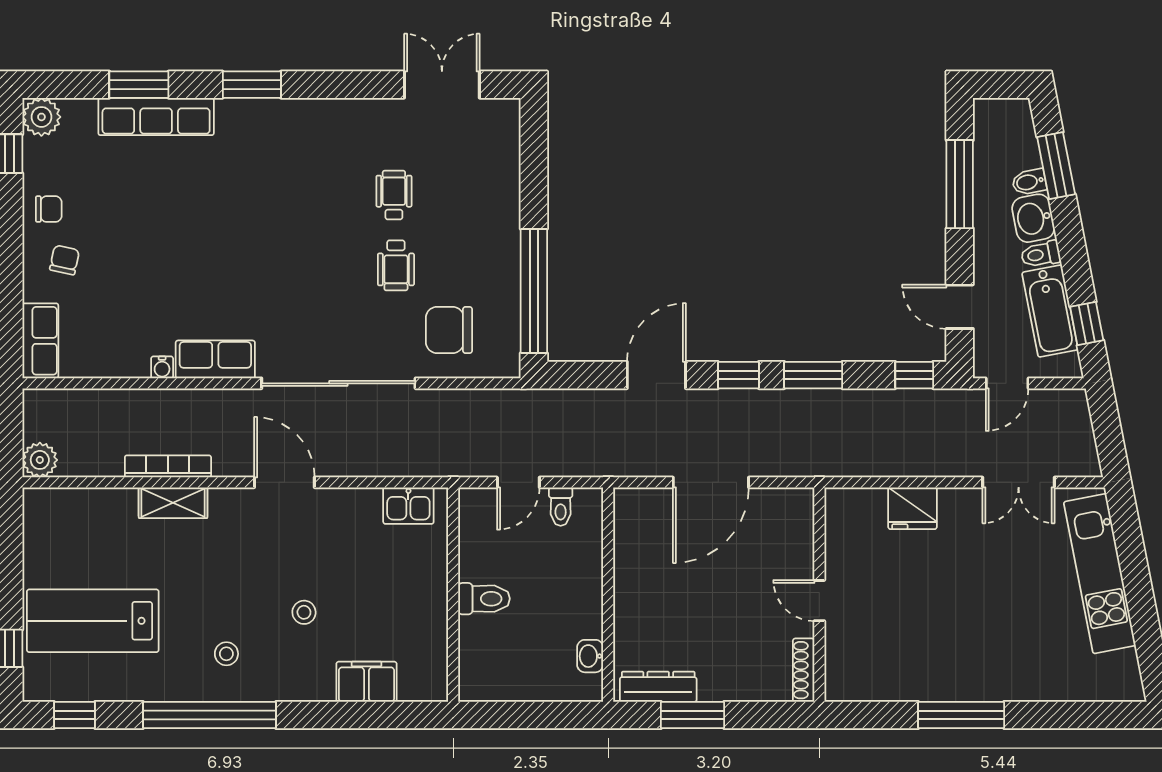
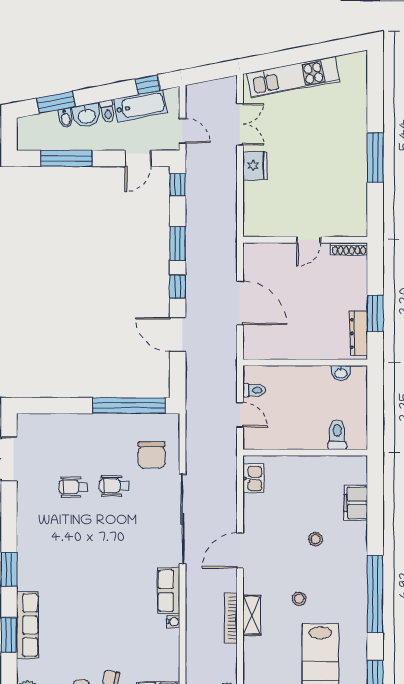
wheelchair: (396, 265) -> (114, 486), turned 180
fridge: (912, 508) -> (255, 166), moved
toilet: (484, 599) -> (337, 435), moved
stool: (226, 654) -> (299, 599), moved

